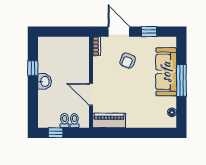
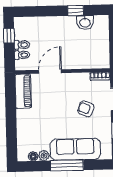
washbasin: (45, 81) -> (85, 22), moved
plant: (171, 102) -> (44, 155), added

